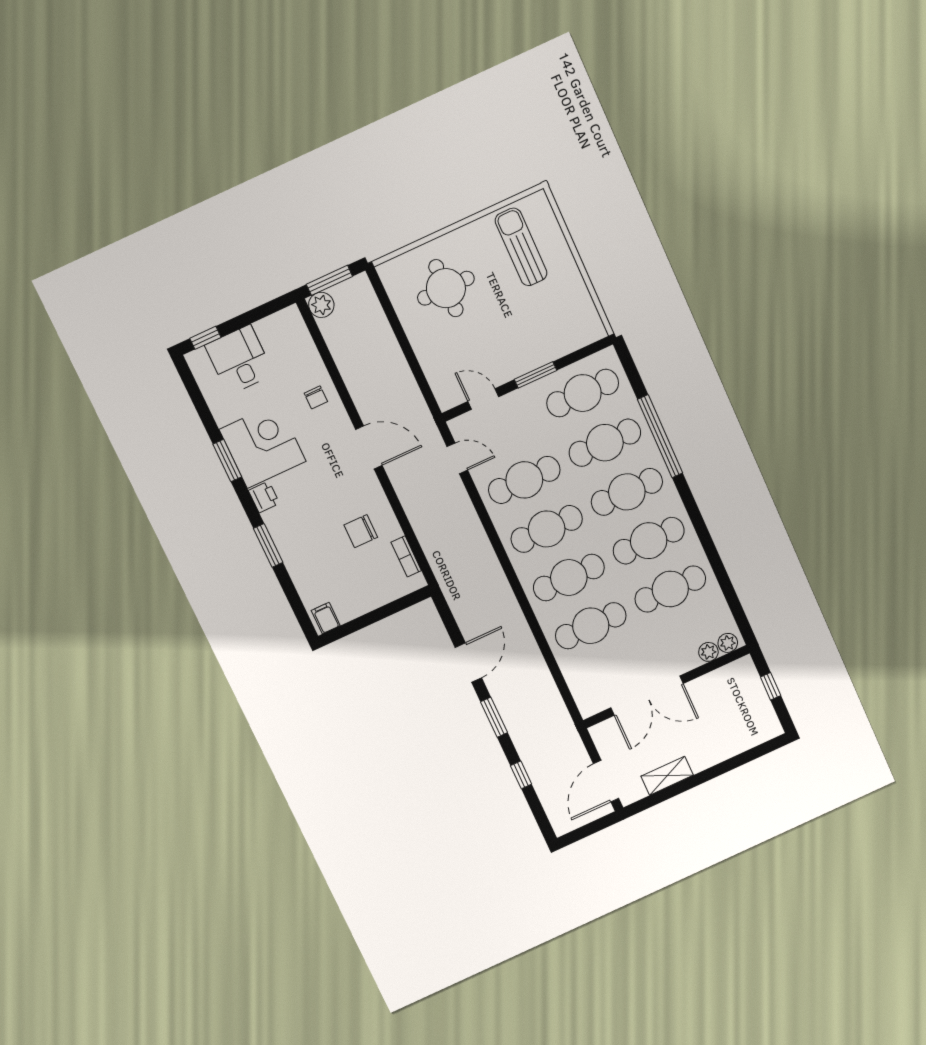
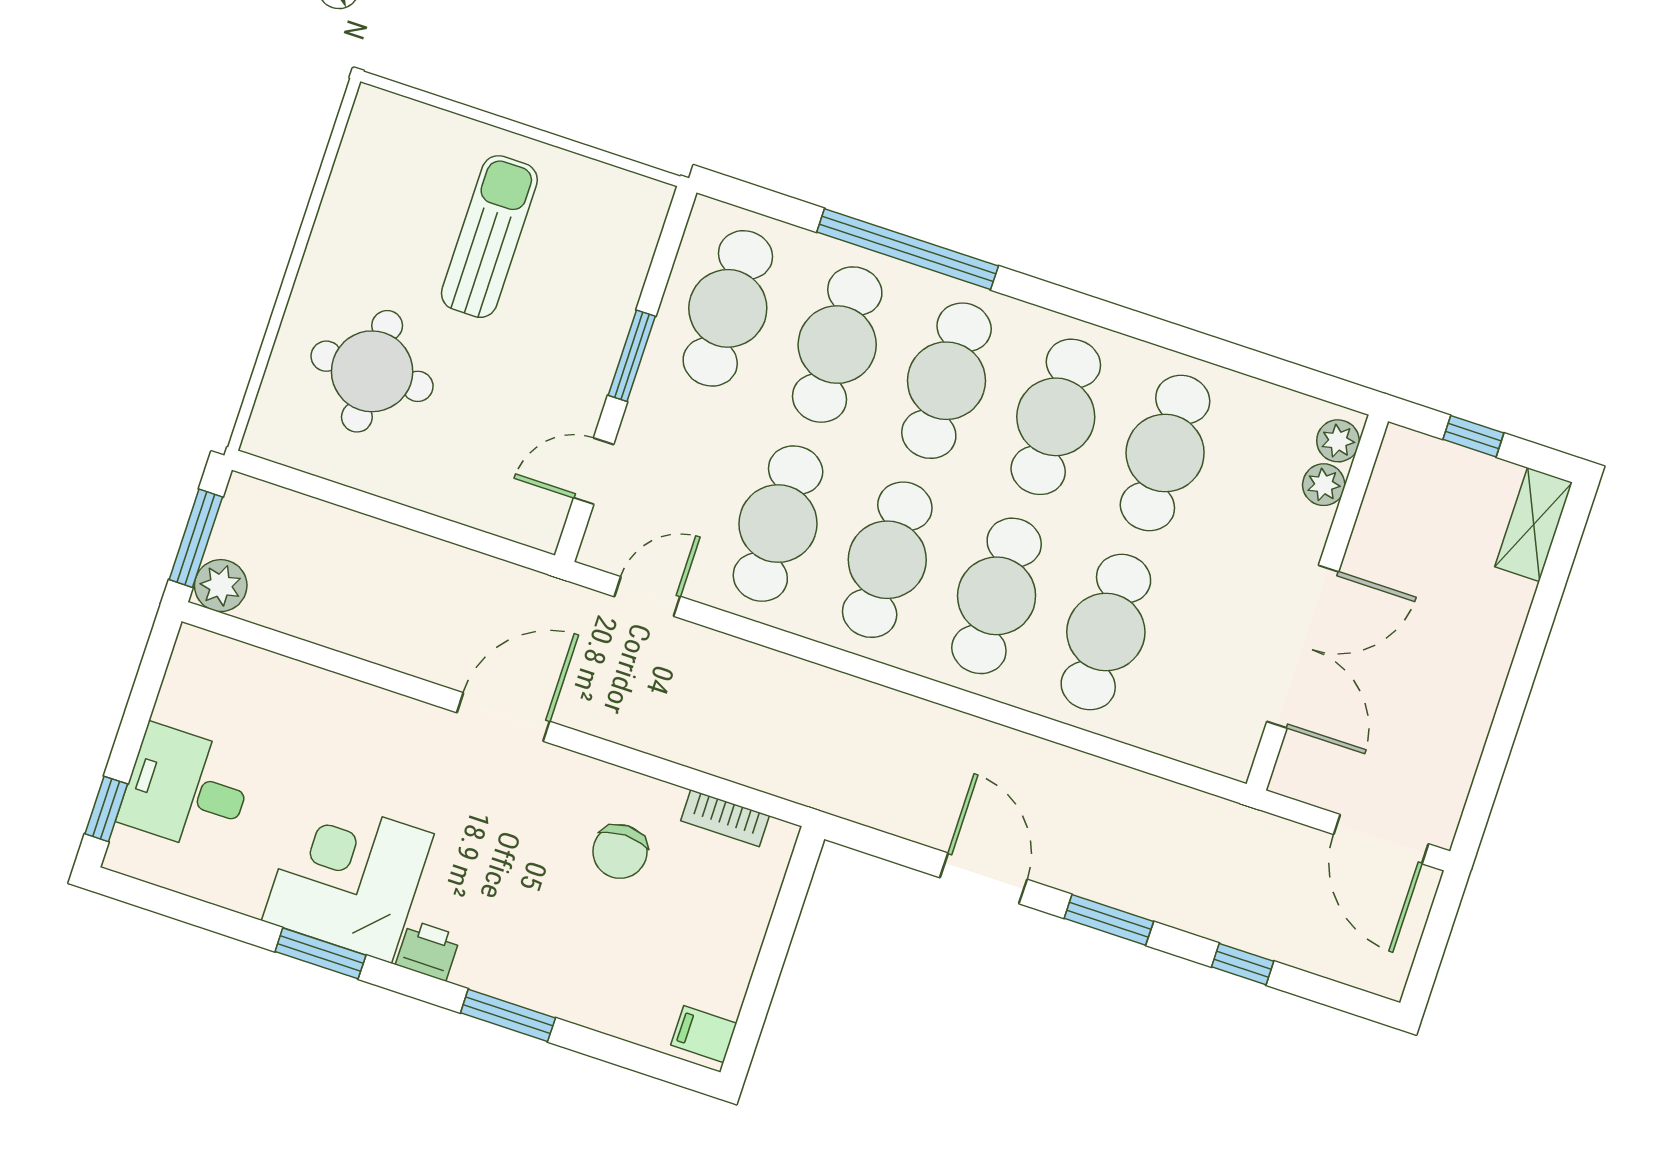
sun lounger: (521, 247) -> (489, 237), moved, turned 90
chair: (316, 397) -> (351, 726), removed
shelving: (667, 776) -> (1534, 525), moved

